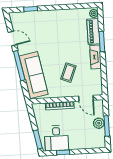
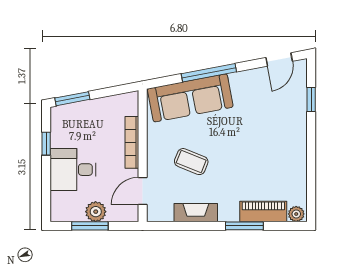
door: (12, 38) -> (279, 59), moved
fireplace: (95, 57) -> (196, 213), moved
desk: (56, 138) -> (73, 170), moved

